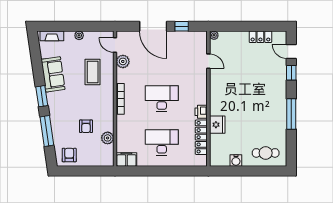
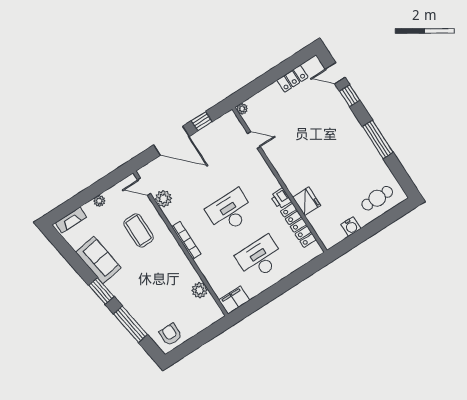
armchair: (86, 126) -> (169, 292), removed

